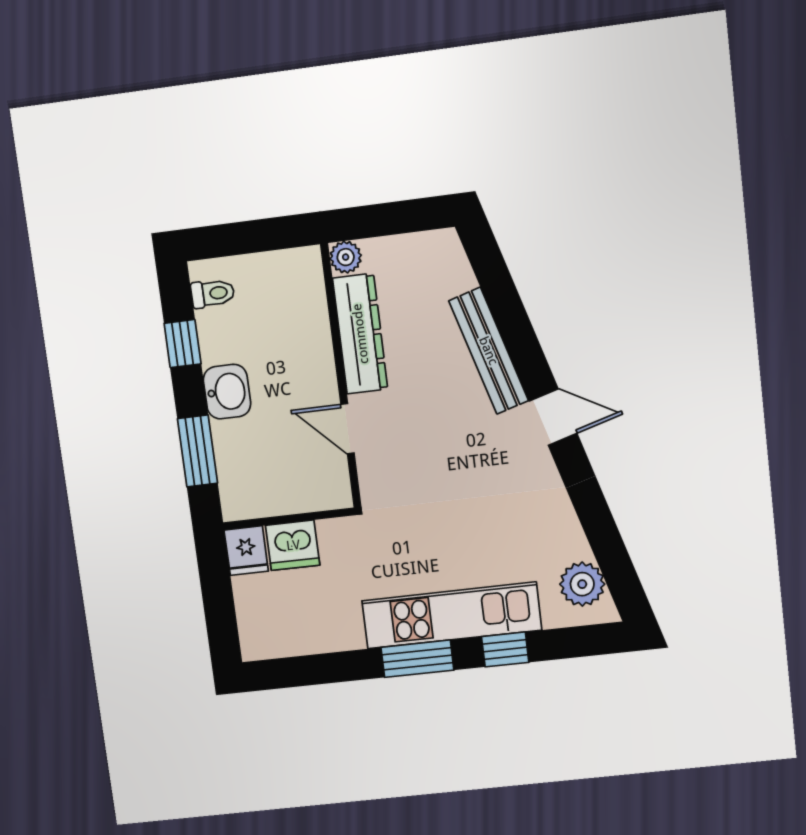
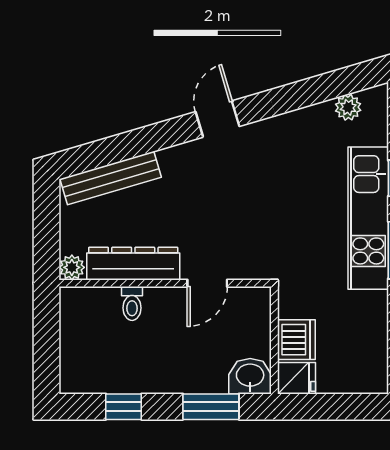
toilet: (213, 293) -> (132, 303), moved, turned 180
bench: (489, 351) -> (111, 178), moved
washbasin: (227, 392) -> (250, 376), moved
plant: (582, 584) -> (348, 107), width x0.73, depth x0.73

